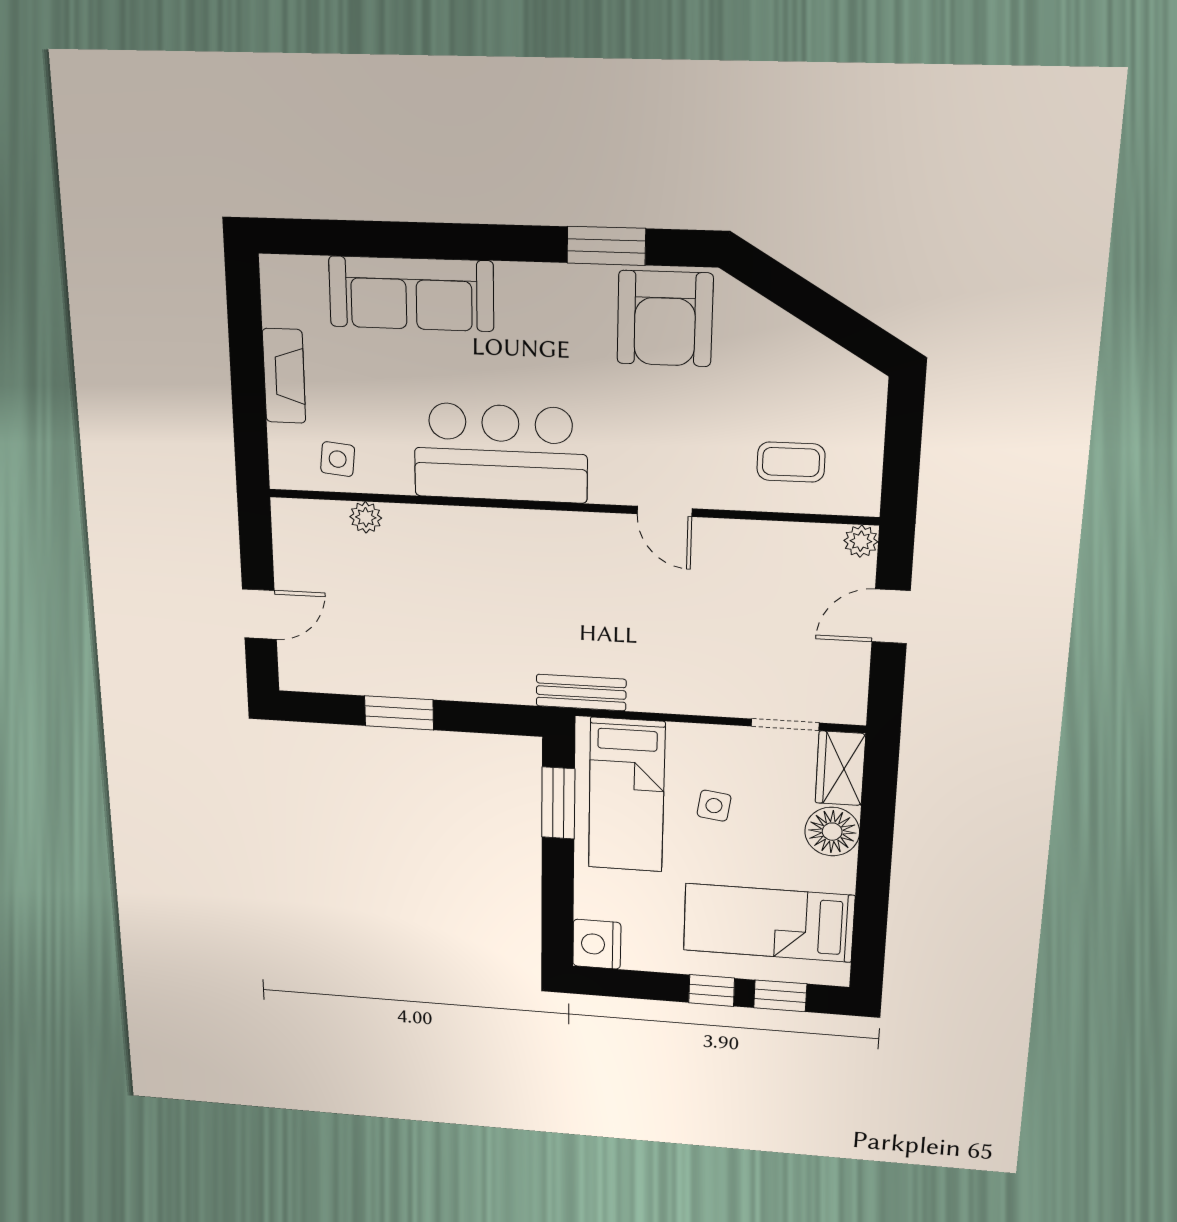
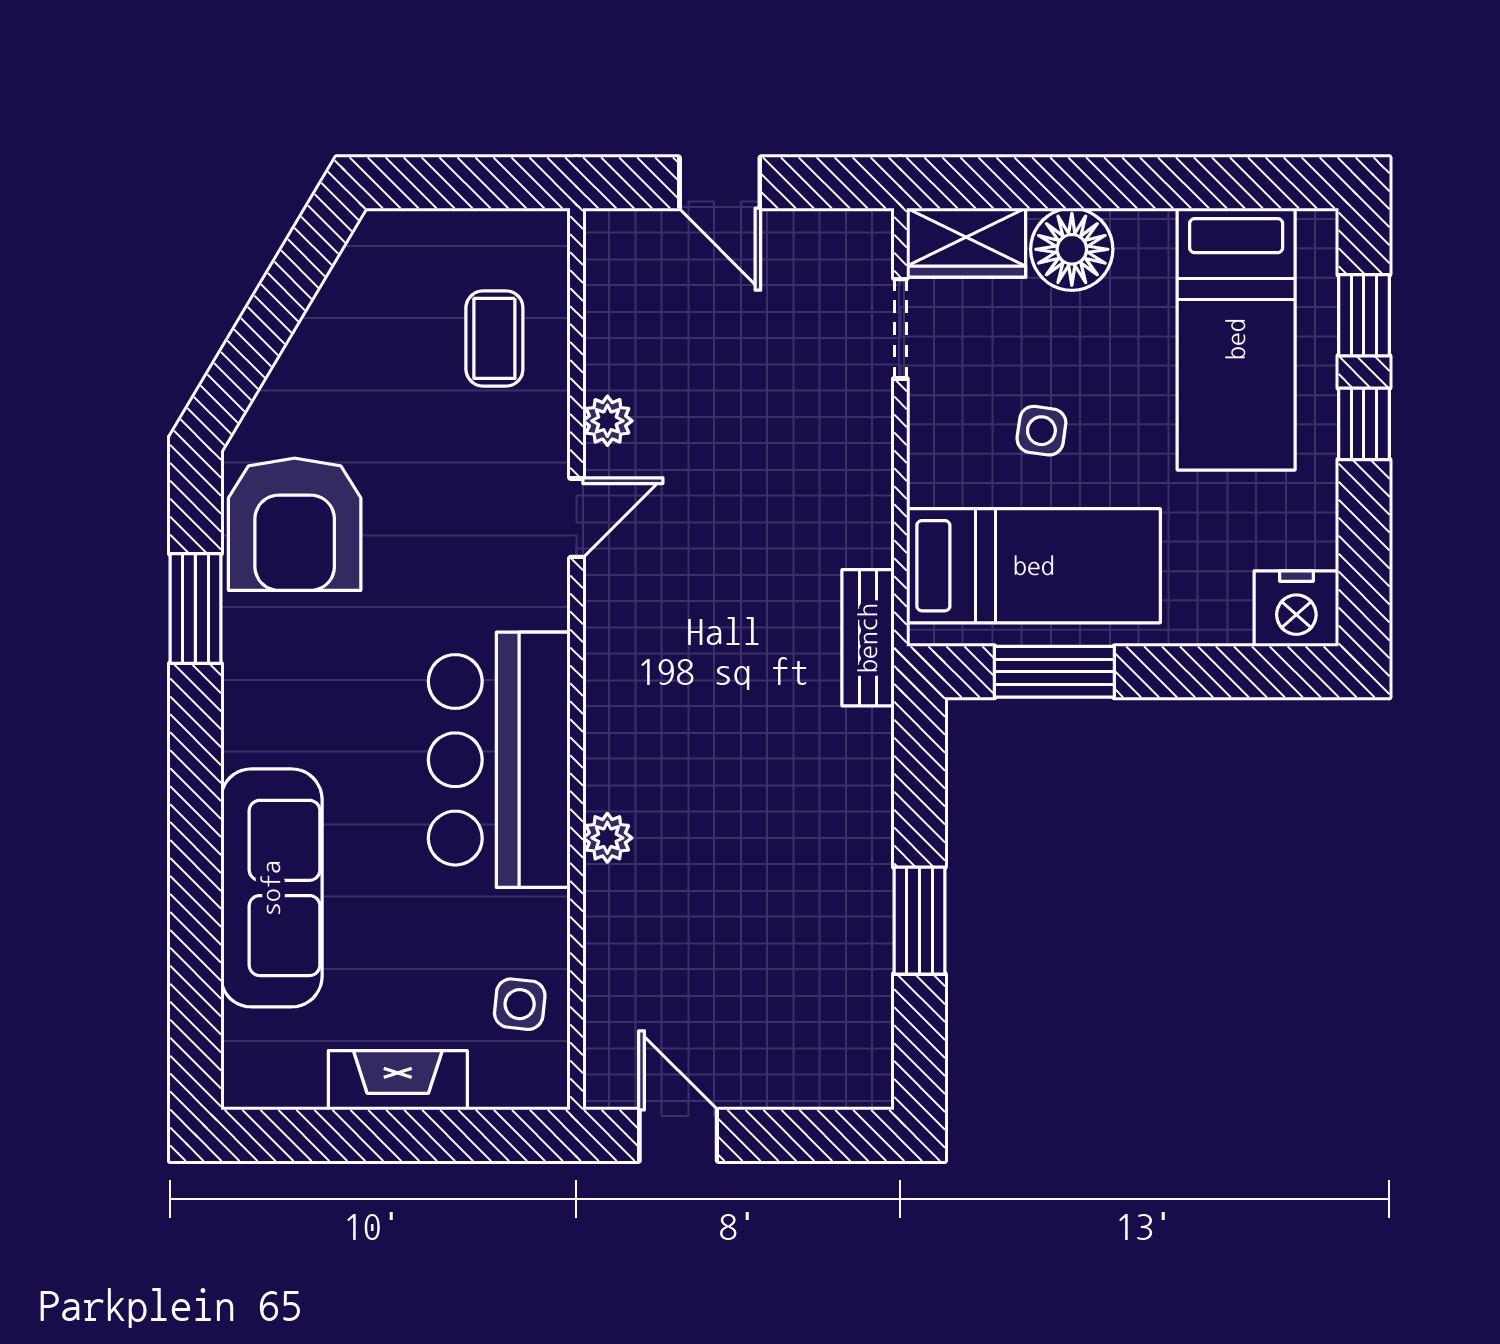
armchair: (665, 319) -> (295, 524), turned 90
plant: (366, 517) -> (607, 838), moved
plant: (861, 541) -> (607, 421), moved
door: (259, 614) -> (678, 1135), moved

